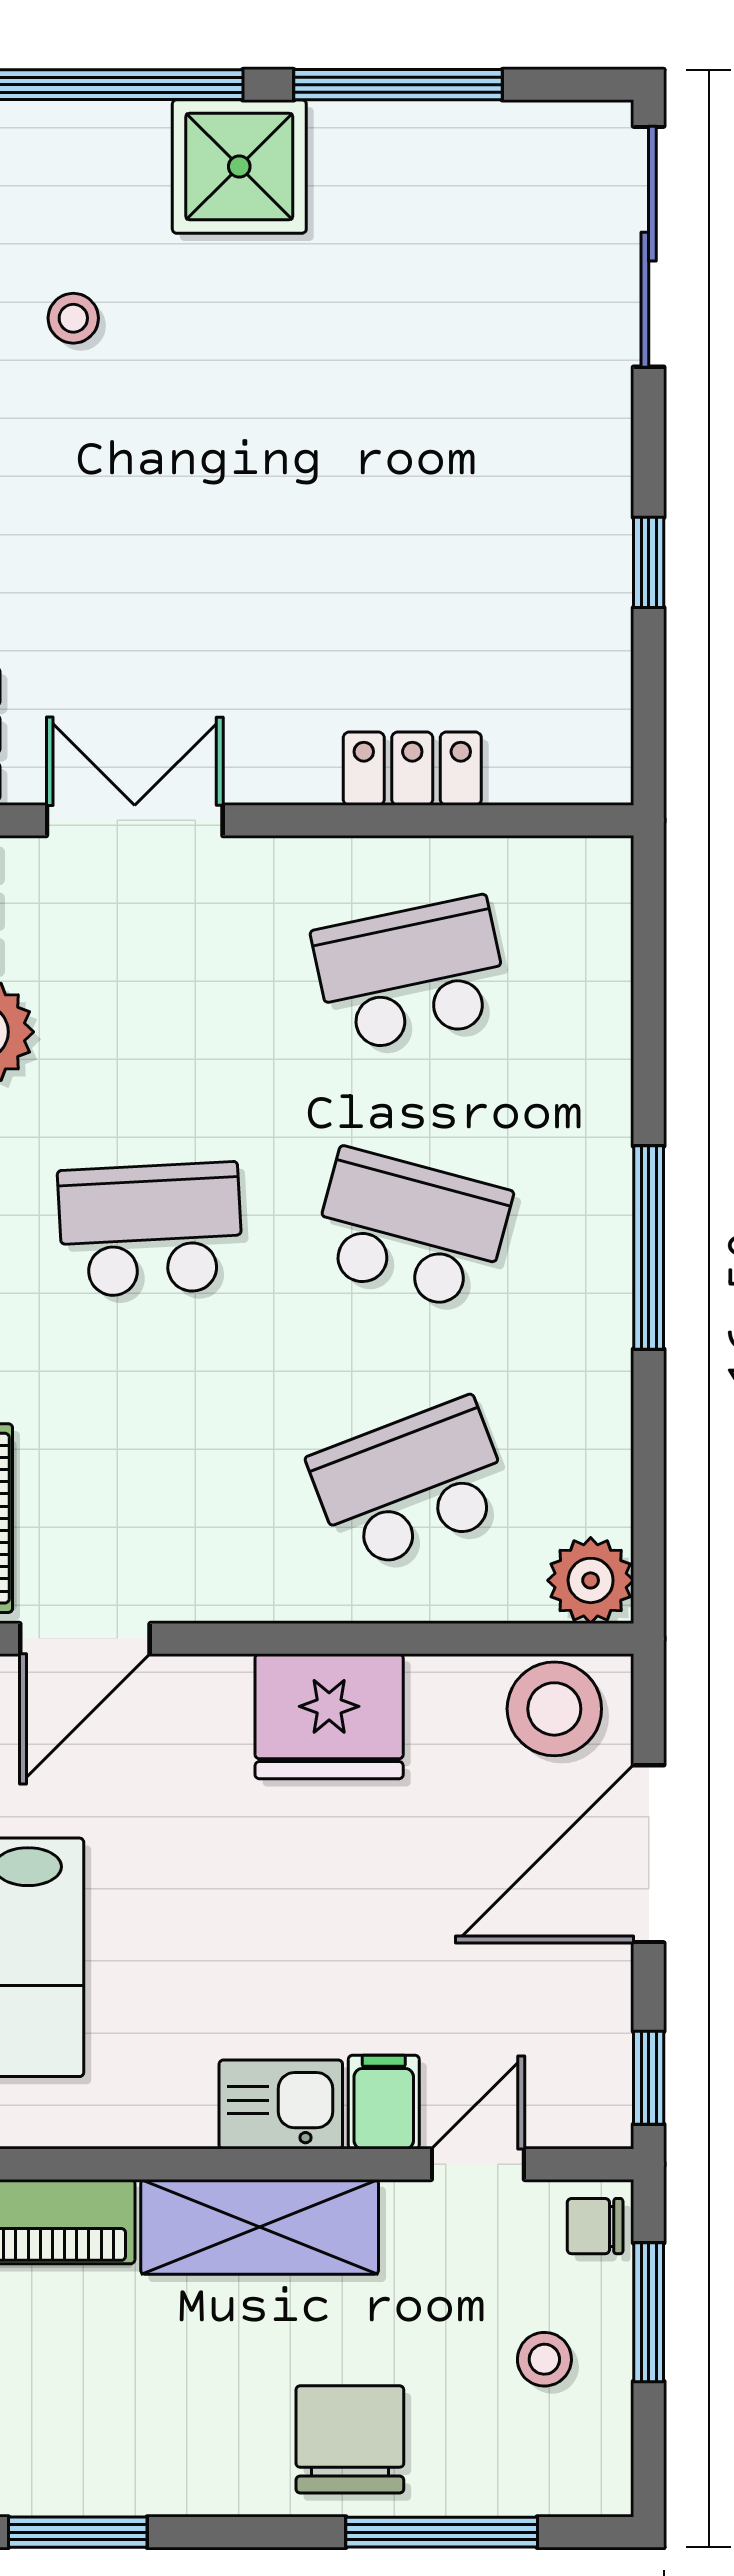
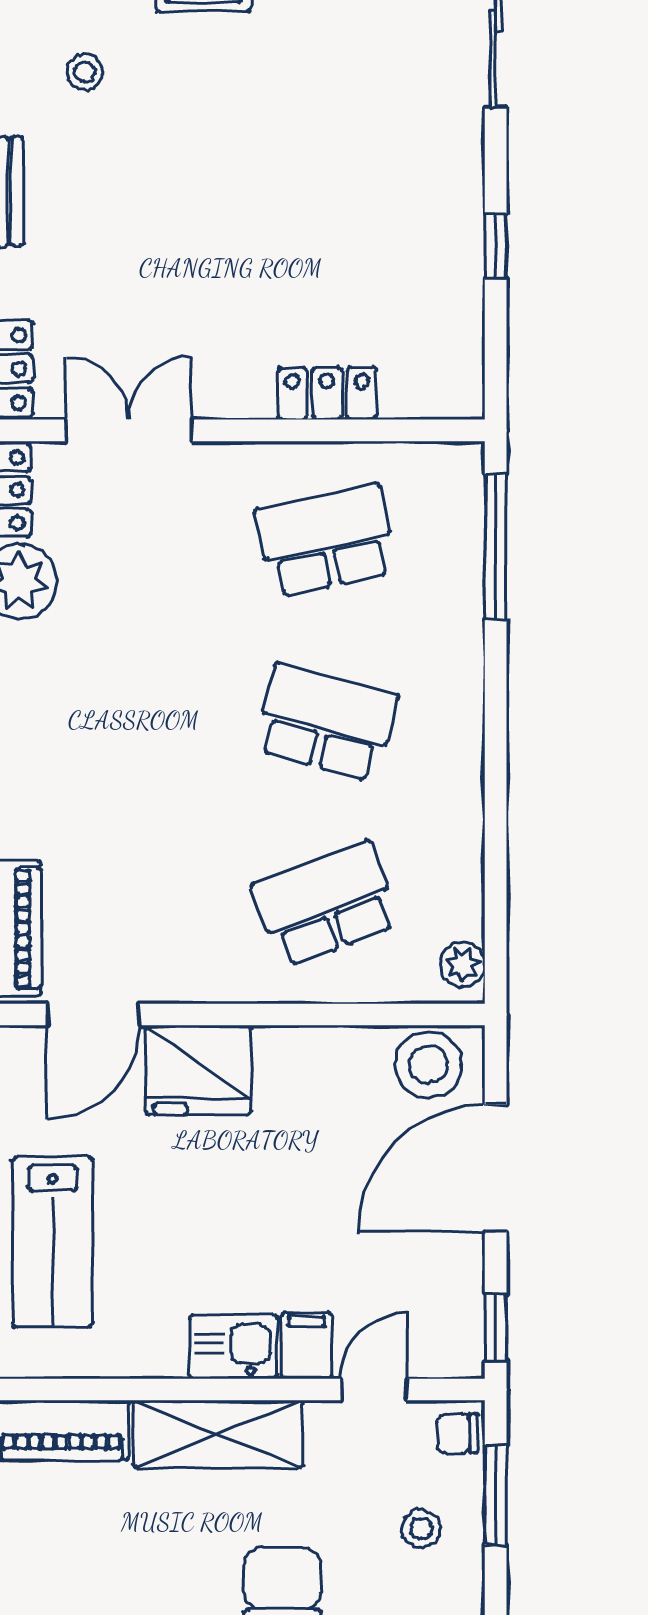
school desk: (151, 1230) -> (140, 722), removed
window: (649, 1248) -> (496, 547), moved
plant: (591, 1580) -> (463, 964), width x0.73, depth x0.73
fridge: (329, 1716) -> (198, 1070), moved

